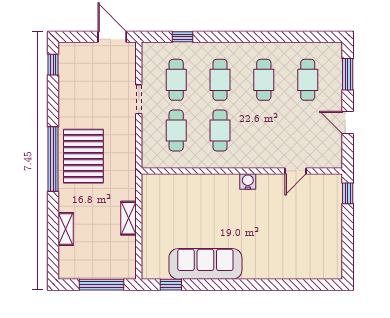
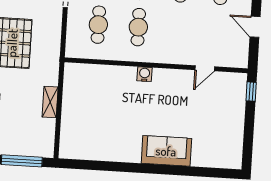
water cooler: (248, 181) -> (145, 74), moved
sofa: (205, 264) -> (166, 151), moved, width x0.73
window: (171, 285) -> (85, 165), removed

